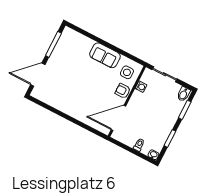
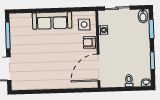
sofa: (105, 55) -> (52, 21), width x1.36

